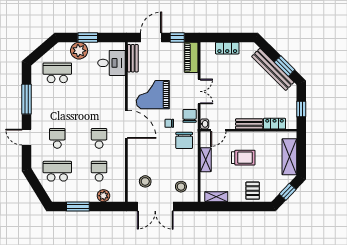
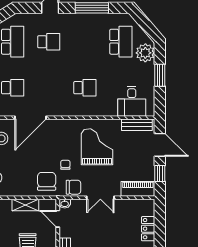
plant: (79, 51) -> (145, 53), moved
door: (126, 124) -> (30, 118), moved
school desk: (99, 138) -> (85, 88), moved
chair: (184, 140) -> (47, 181), turned 90

